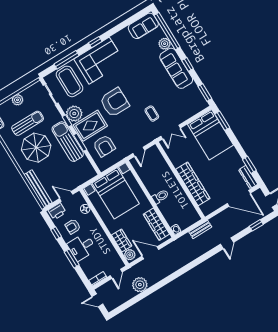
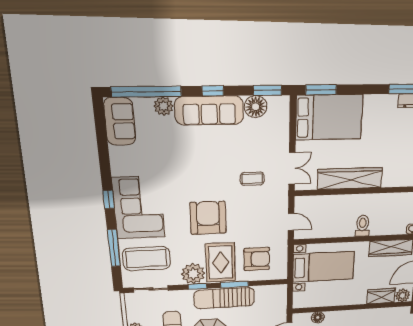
floor lamp: (193, 91) -> (256, 107), added
wardrobe: (193, 184) -> (350, 178), moved
bed with nightstands: (116, 193) -> (323, 267), width x0.73

